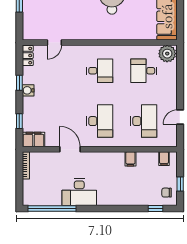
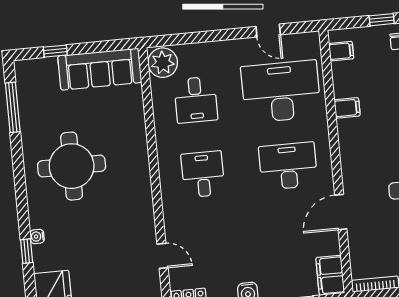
desk: (144, 121) -> (281, 91), width x1.36, depth x1.30

